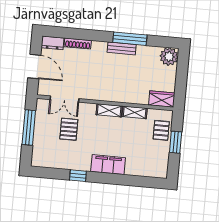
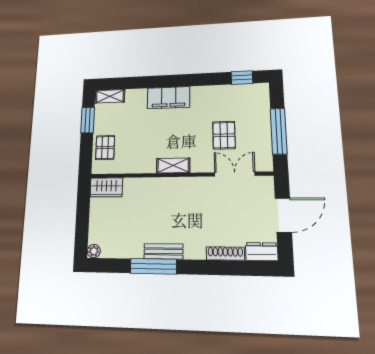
plant: (169, 57) -> (94, 251), width x0.53, depth x0.53
door: (34, 67) -> (283, 215), swing flipped
shelving: (135, 112) -> (110, 96), moved
window: (176, 142) -> (88, 120), moved
window: (78, 176) -> (242, 78), moved

